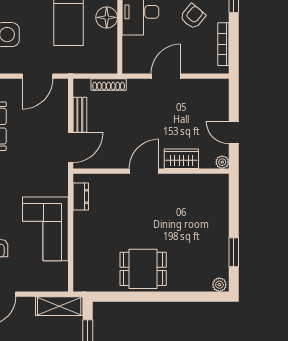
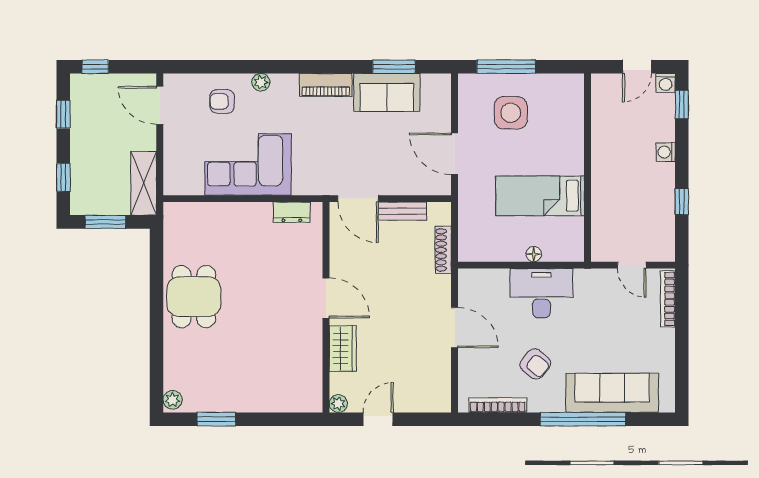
floor lamp: (107, 17) -> (534, 254), width x0.53, depth x0.53

